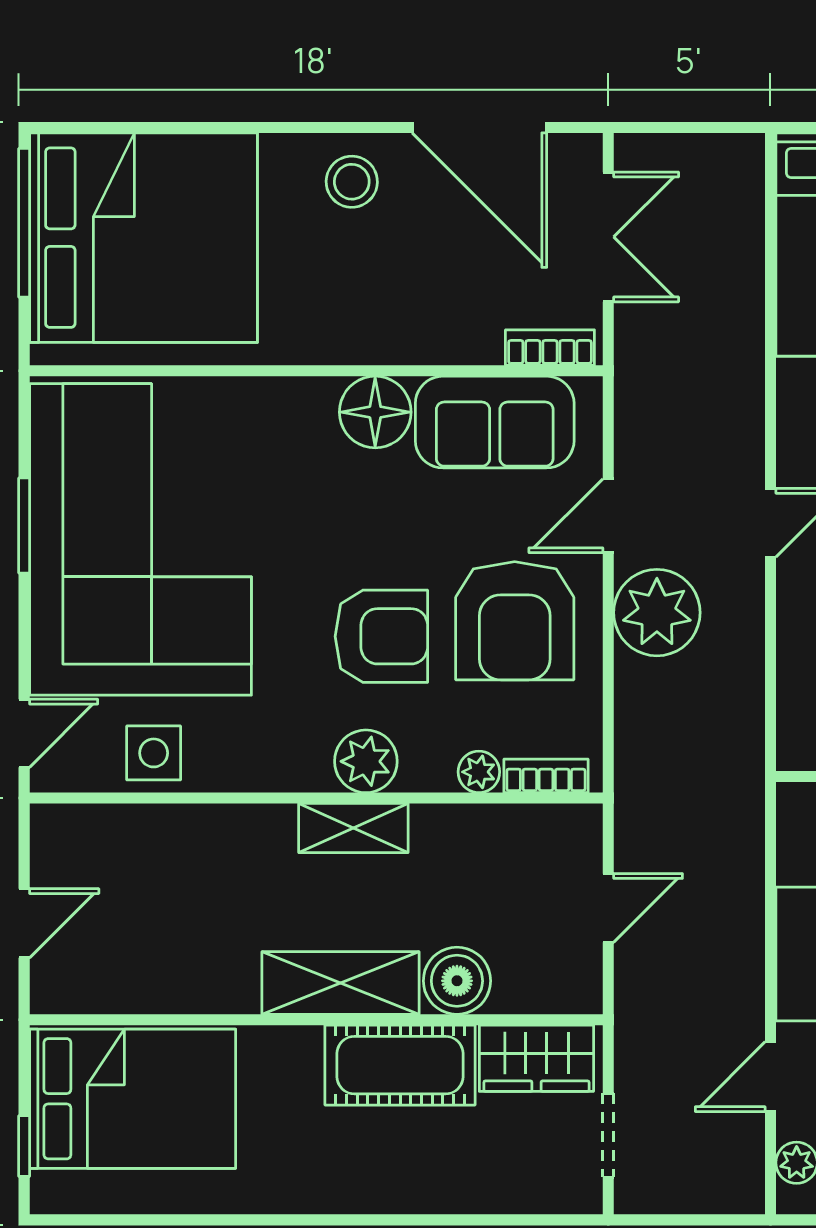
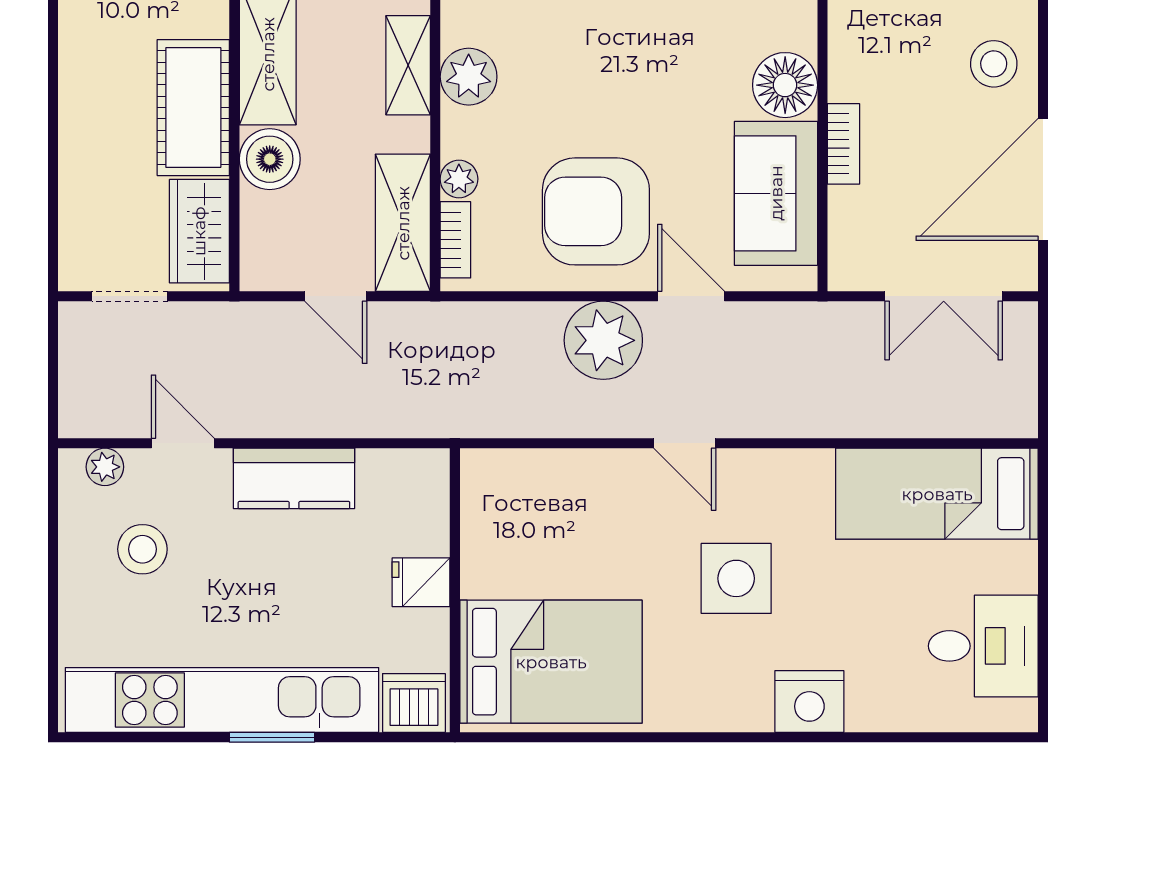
bookcase: (550, 348) -> (843, 144), moved
armchair: (381, 636) -> (582, 91), removed
shelving: (527, 834) -> (403, 223), added

